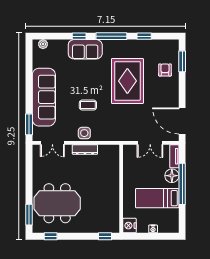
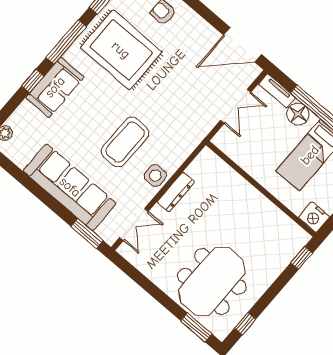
rug: (127, 81) -> (121, 50), moved
coffee table: (88, 105) -> (125, 142), width x1.86, depth x1.72

